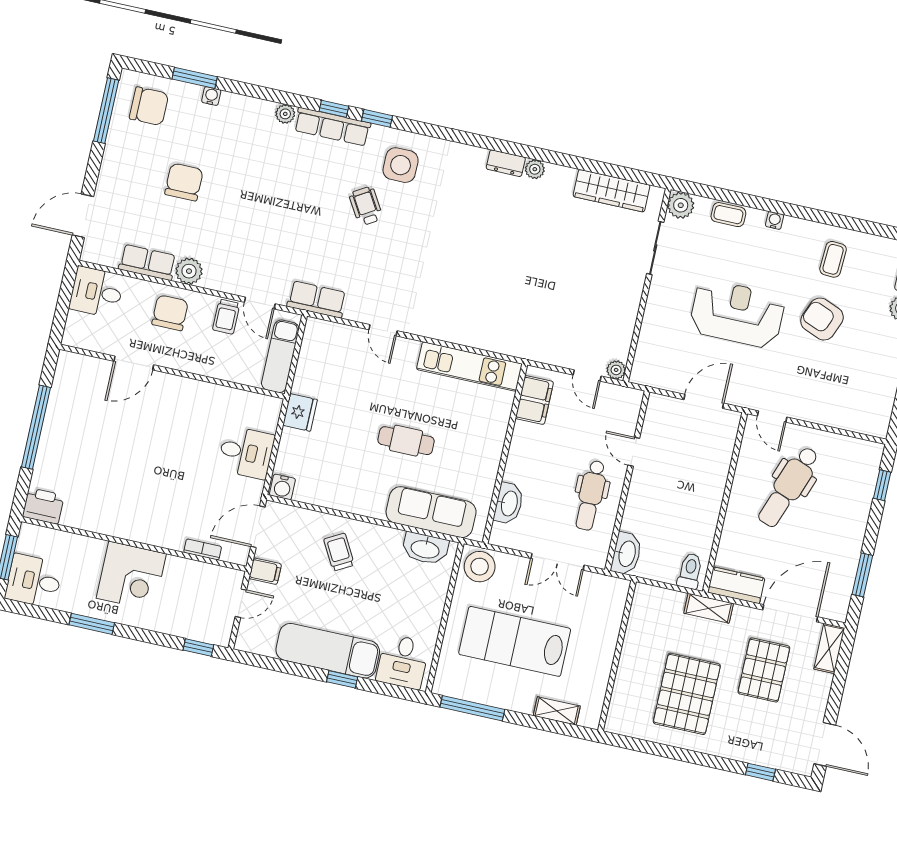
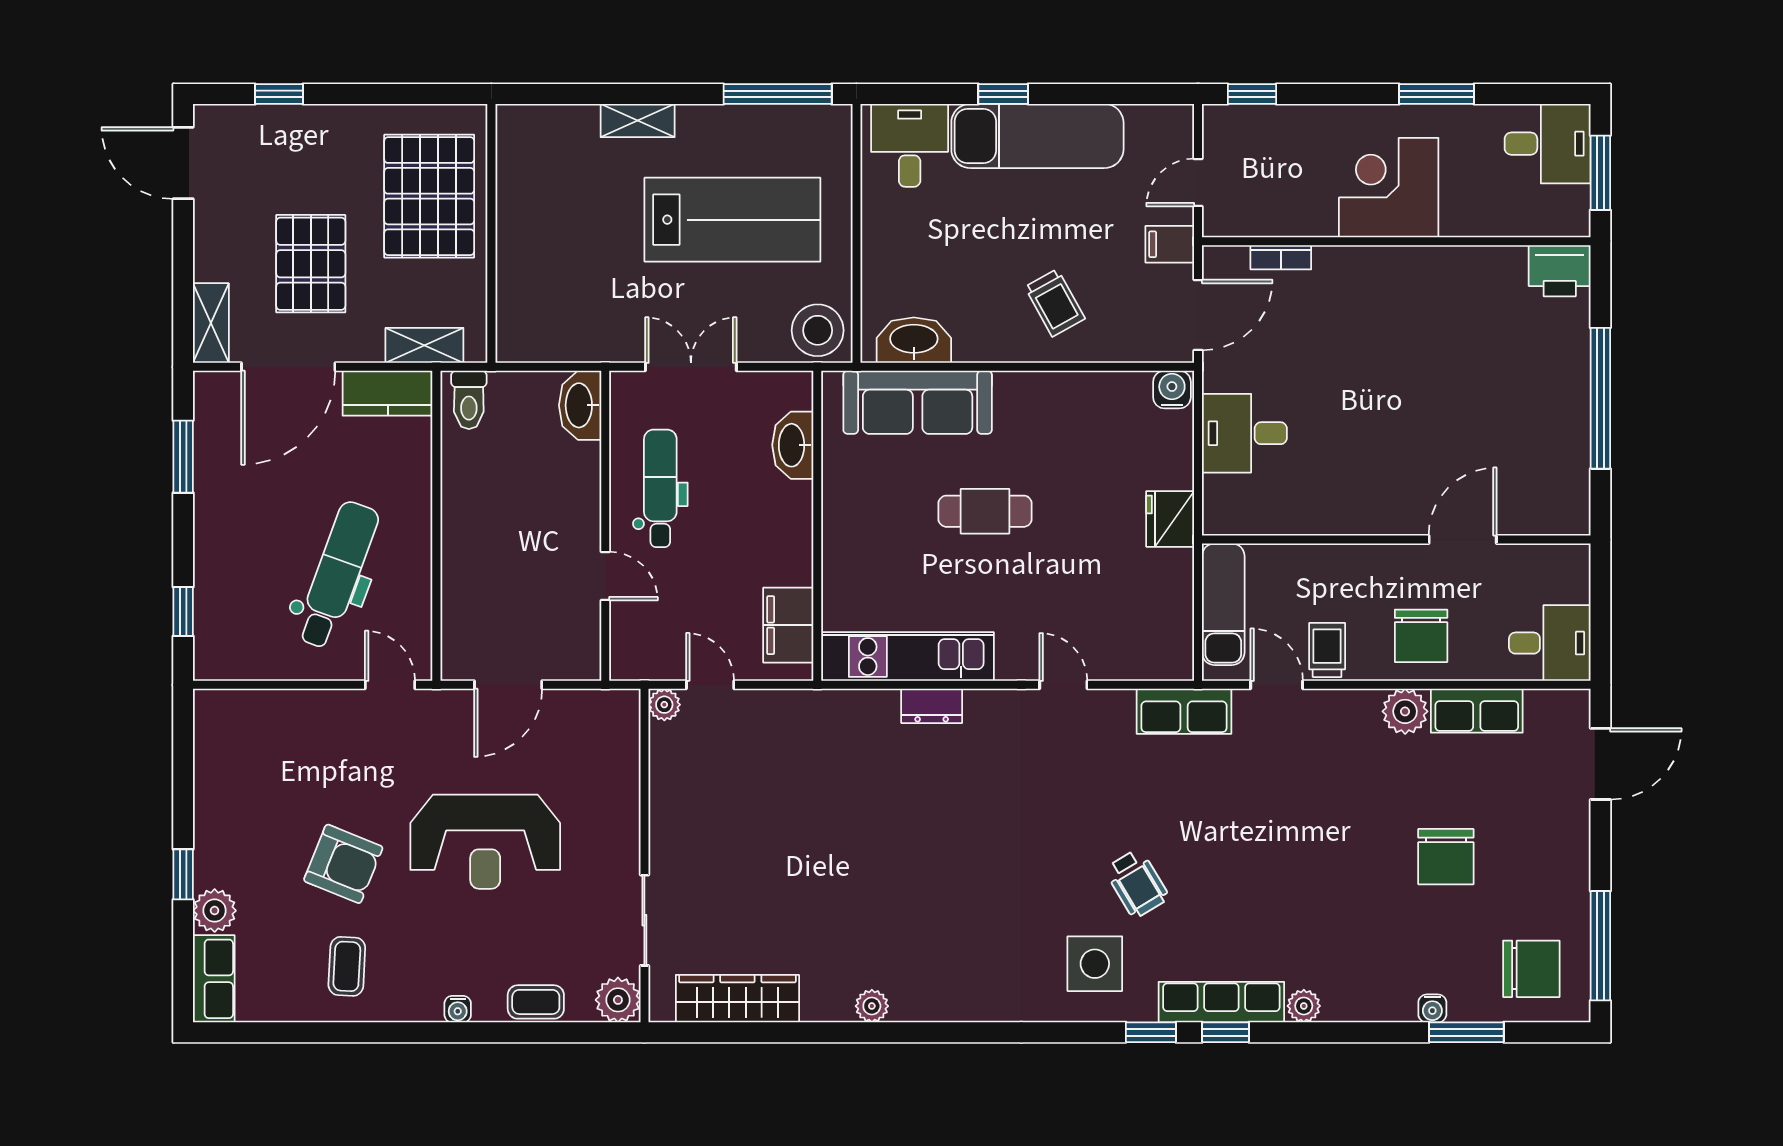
chair: (149, 106) -> (1531, 969), turned 180
dresser: (506, 163) -> (932, 706), moved, turned 180
wall: (617, 656) -> (491, 233), moved

